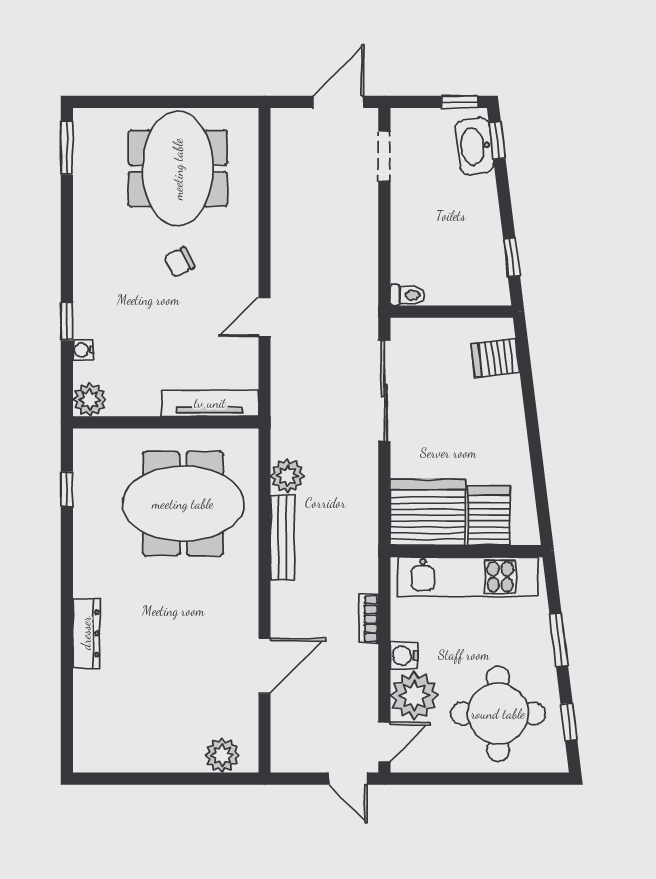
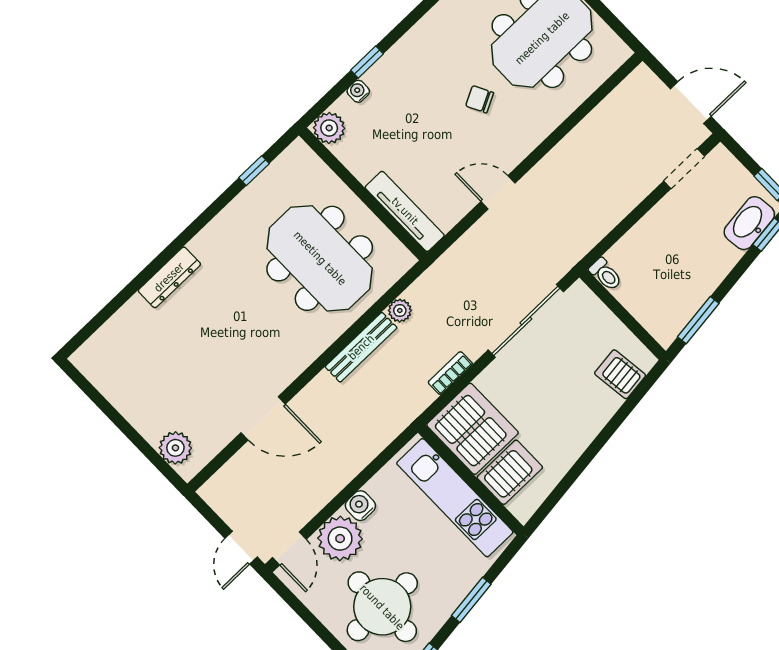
window: (512, 258) -> (698, 320), width x1.50
plant: (287, 476) -> (400, 311), width x0.73, depth x0.73
bookcase: (368, 619) -> (450, 373), moved
door: (384, 742) -> (289, 548), hinge flipped

